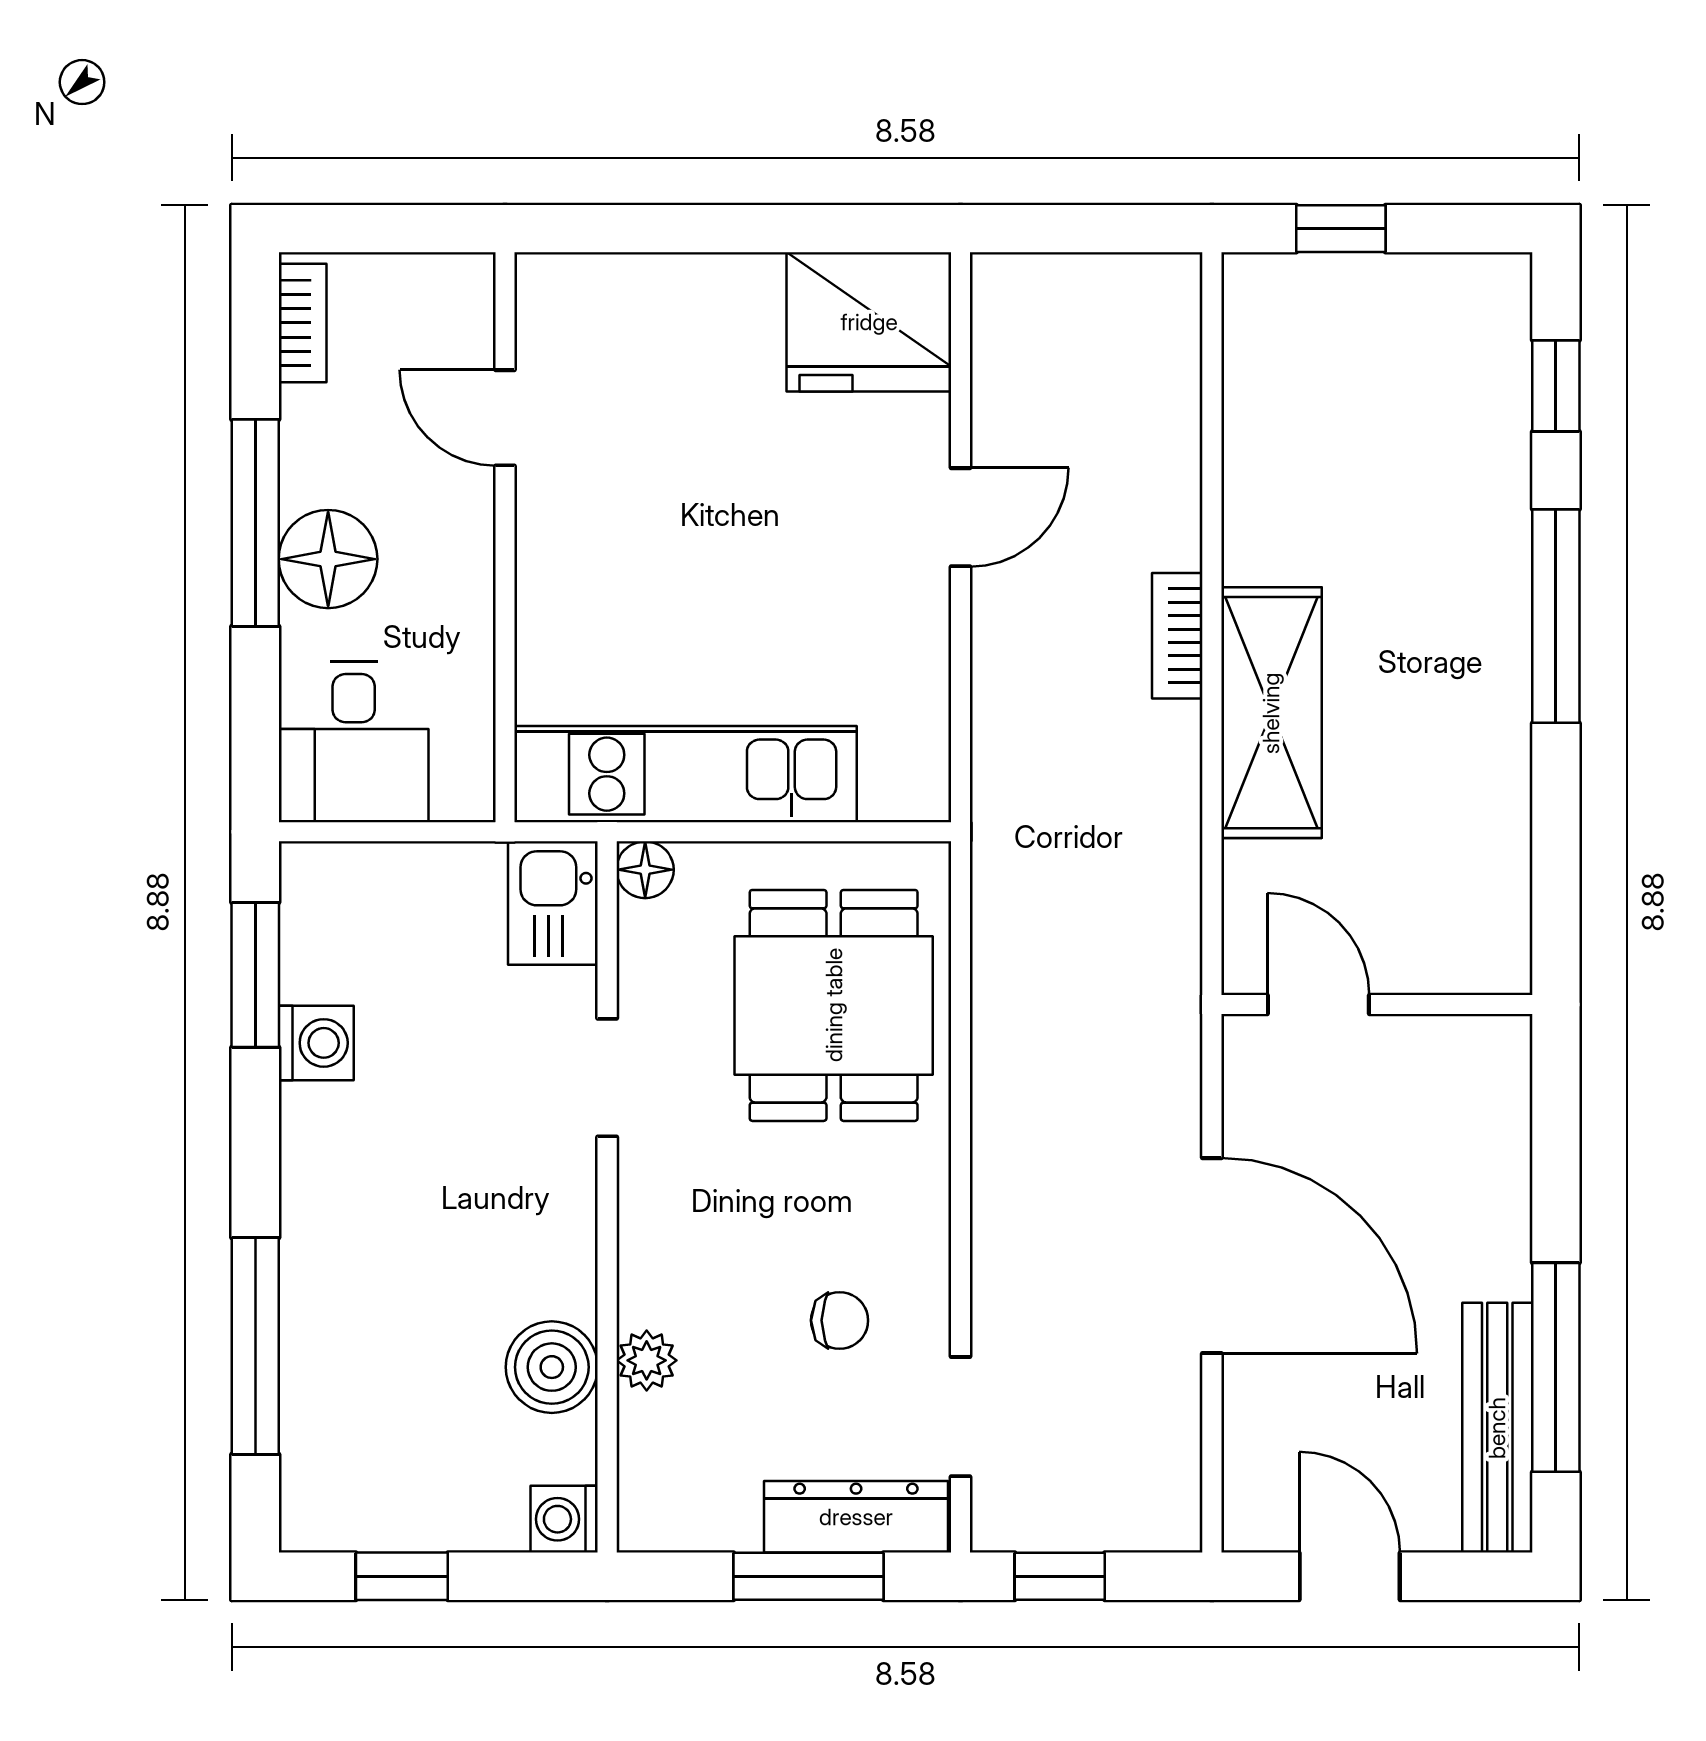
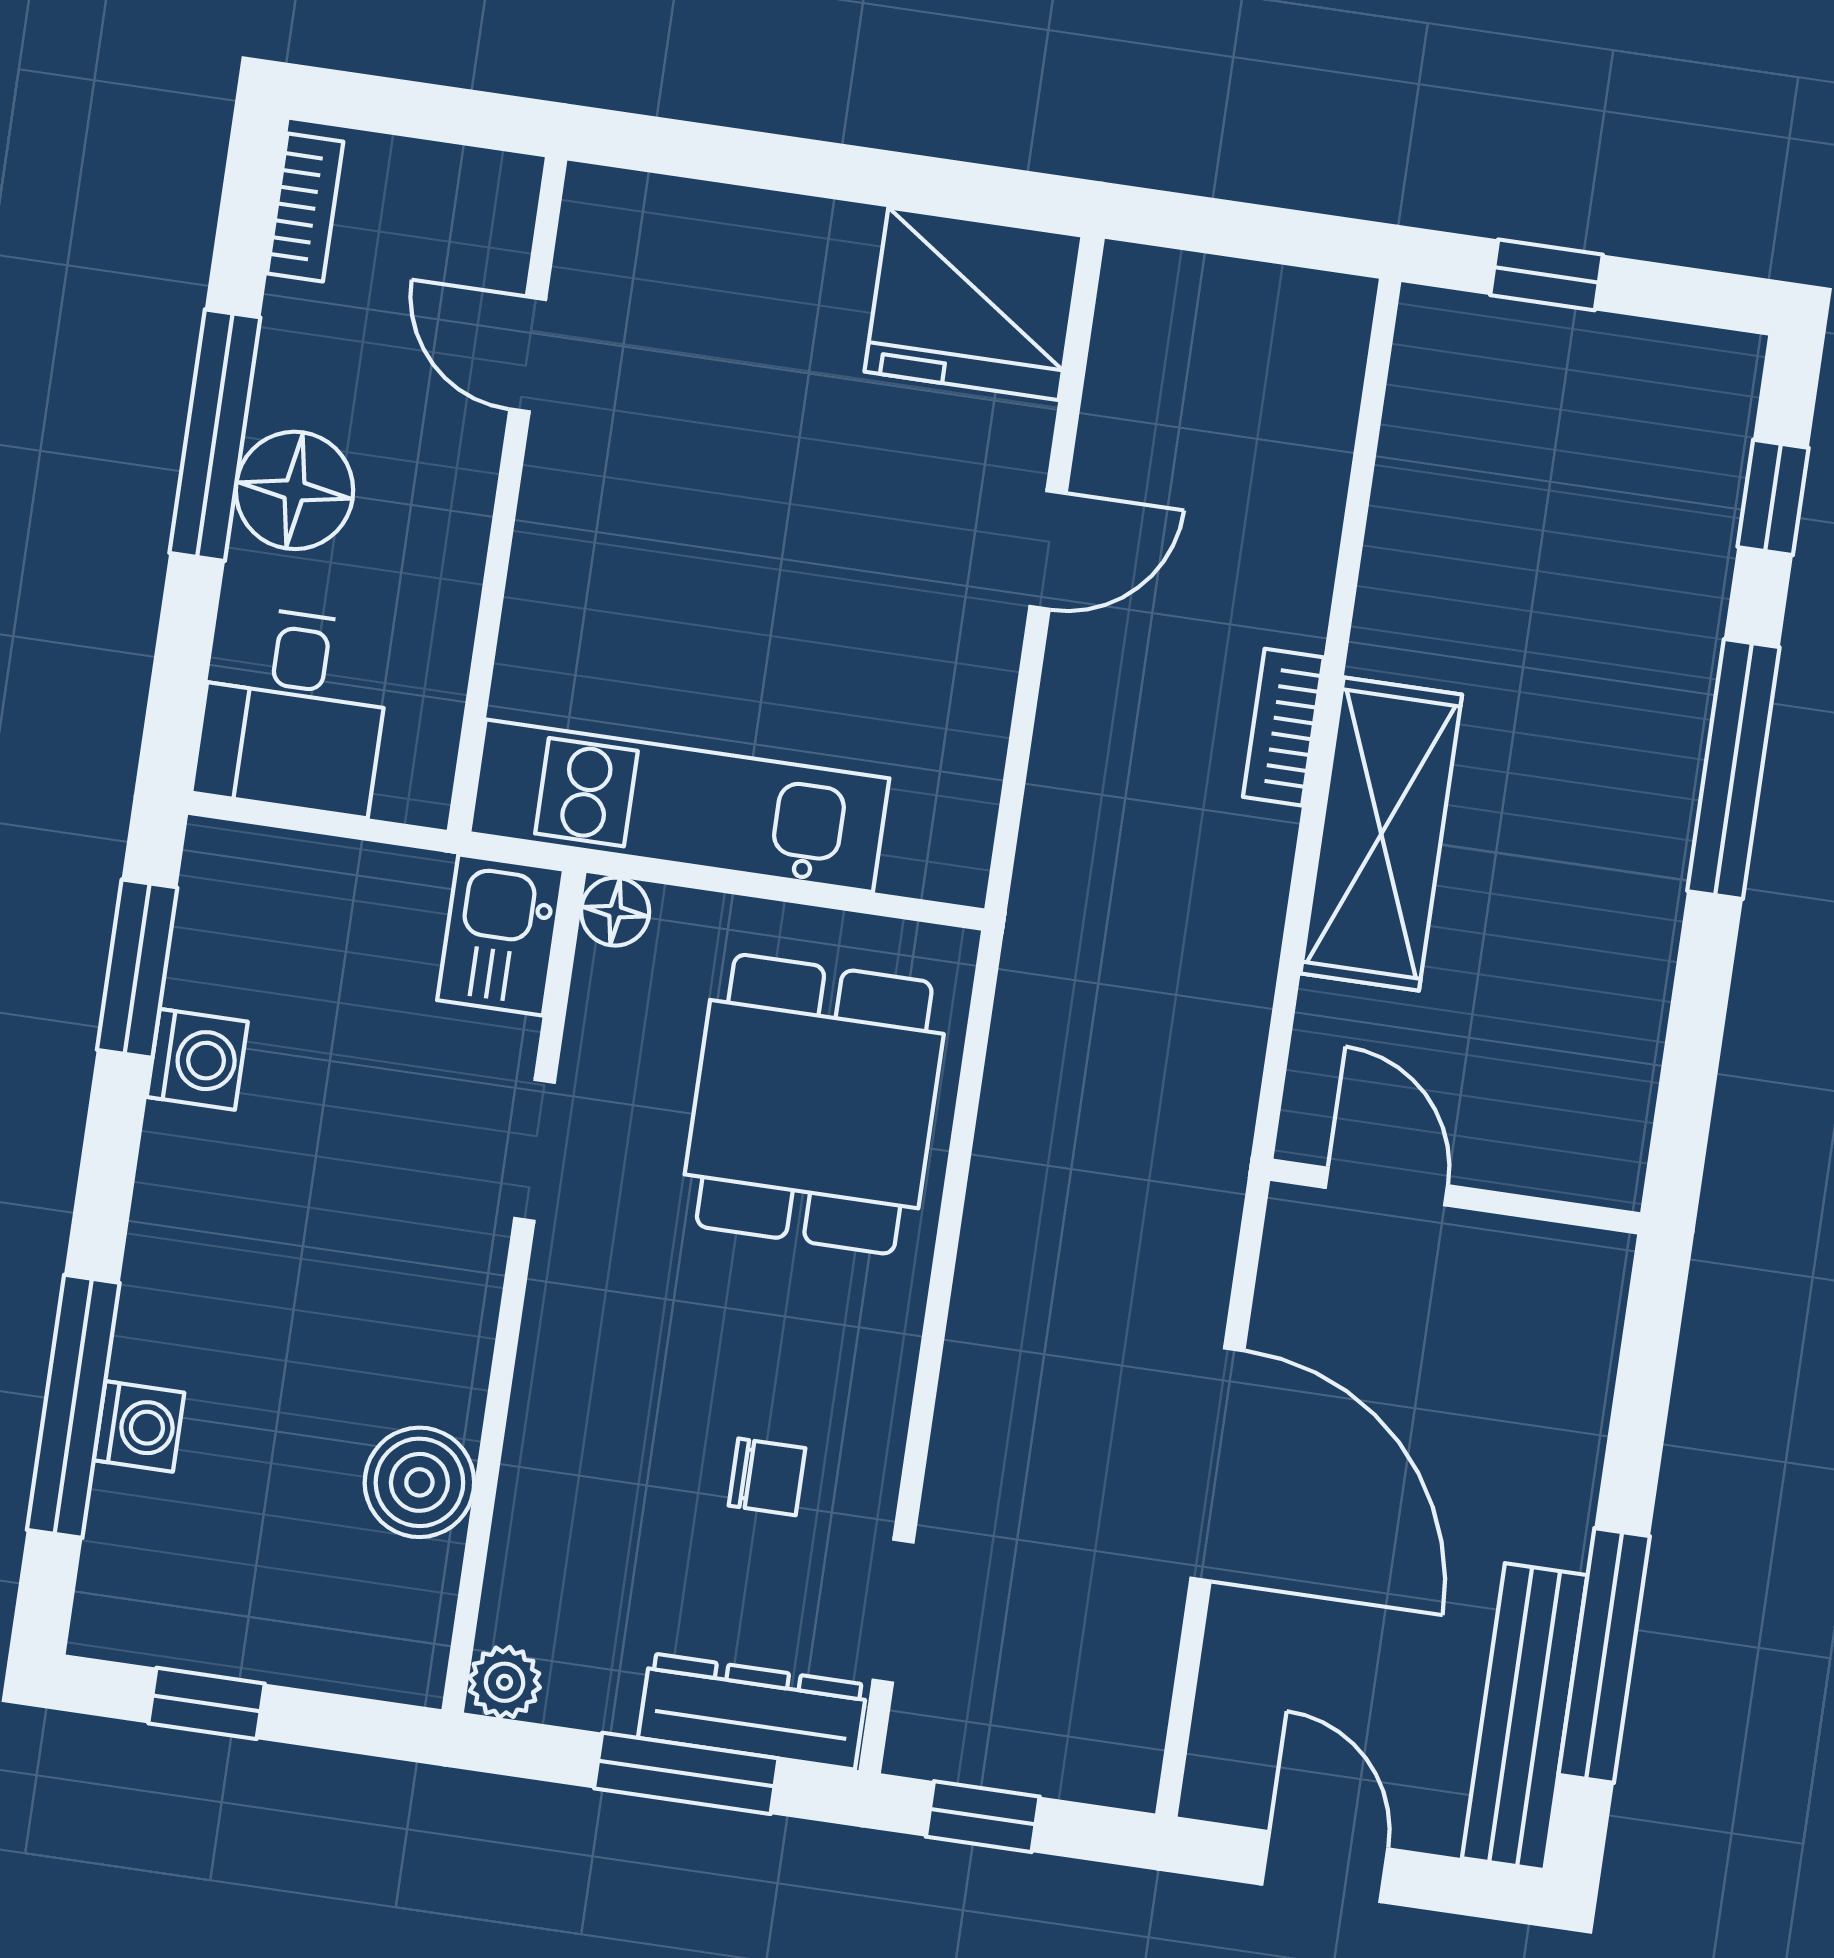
plant: (647, 1360) -> (505, 1682), moved
washing machine: (564, 1519) -> (139, 1426), moved, turned 180

